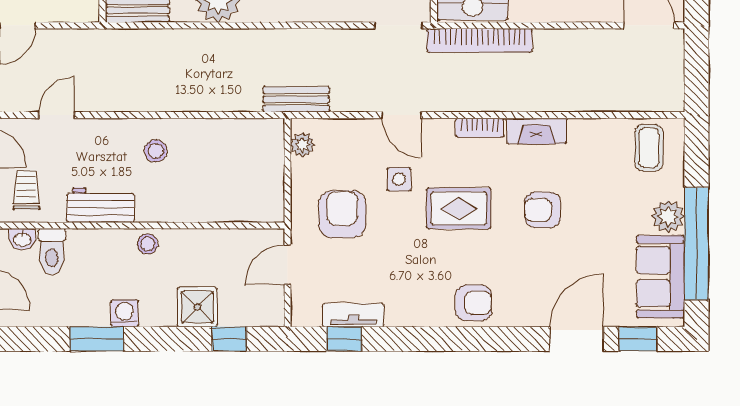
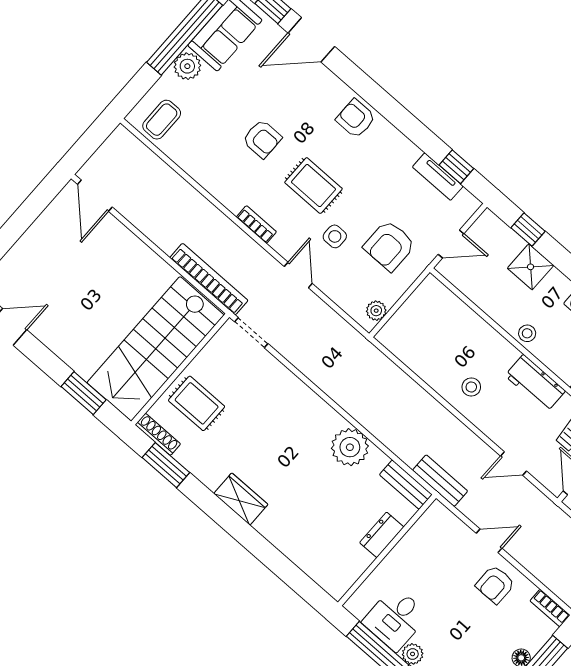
bench: (296, 99) -> (440, 481), moved
fireplace: (537, 131) -> (223, 191), removed

